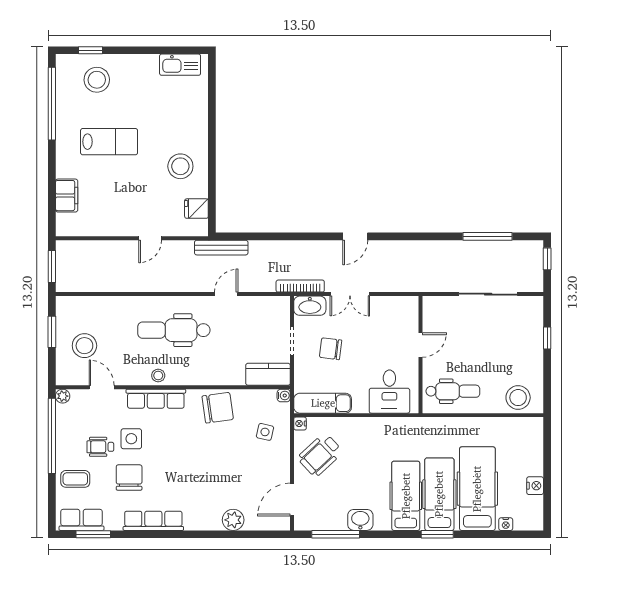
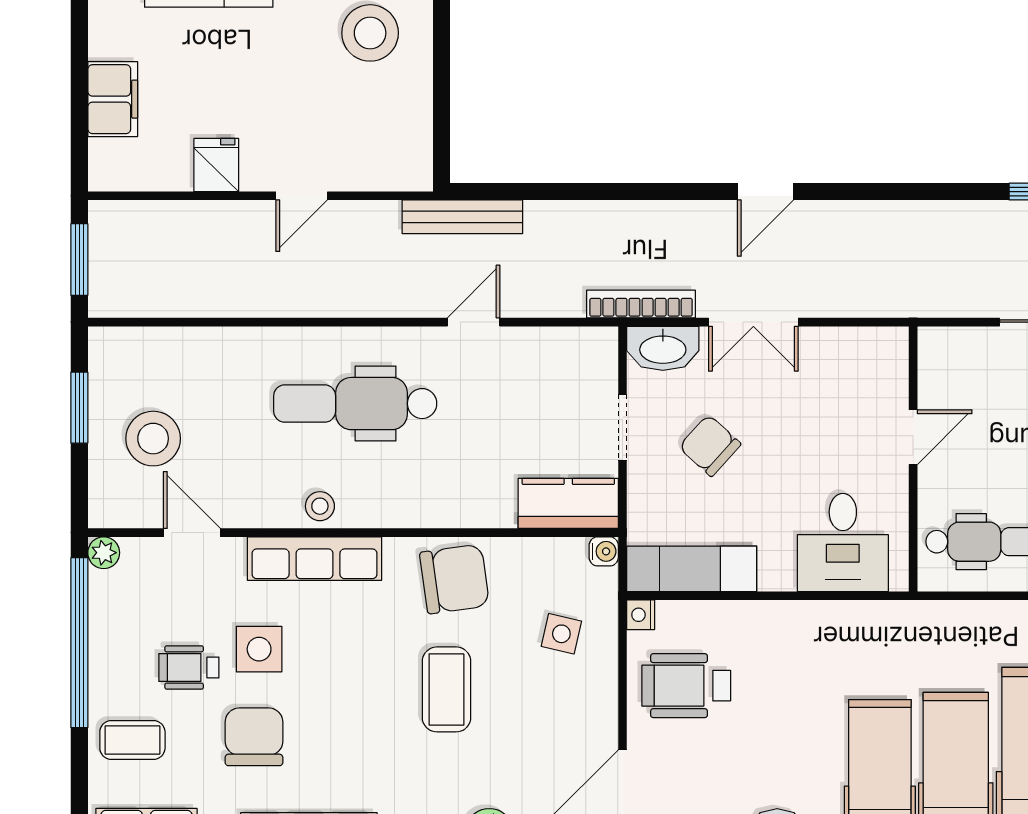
fridge: (196, 209) -> (216, 165), moved, turned 90
chair: (331, 349) -> (710, 446), turned 35
wheelchair: (320, 455) -> (686, 686), turned 43
coffee table: (214, 457) -> (447, 689), added

